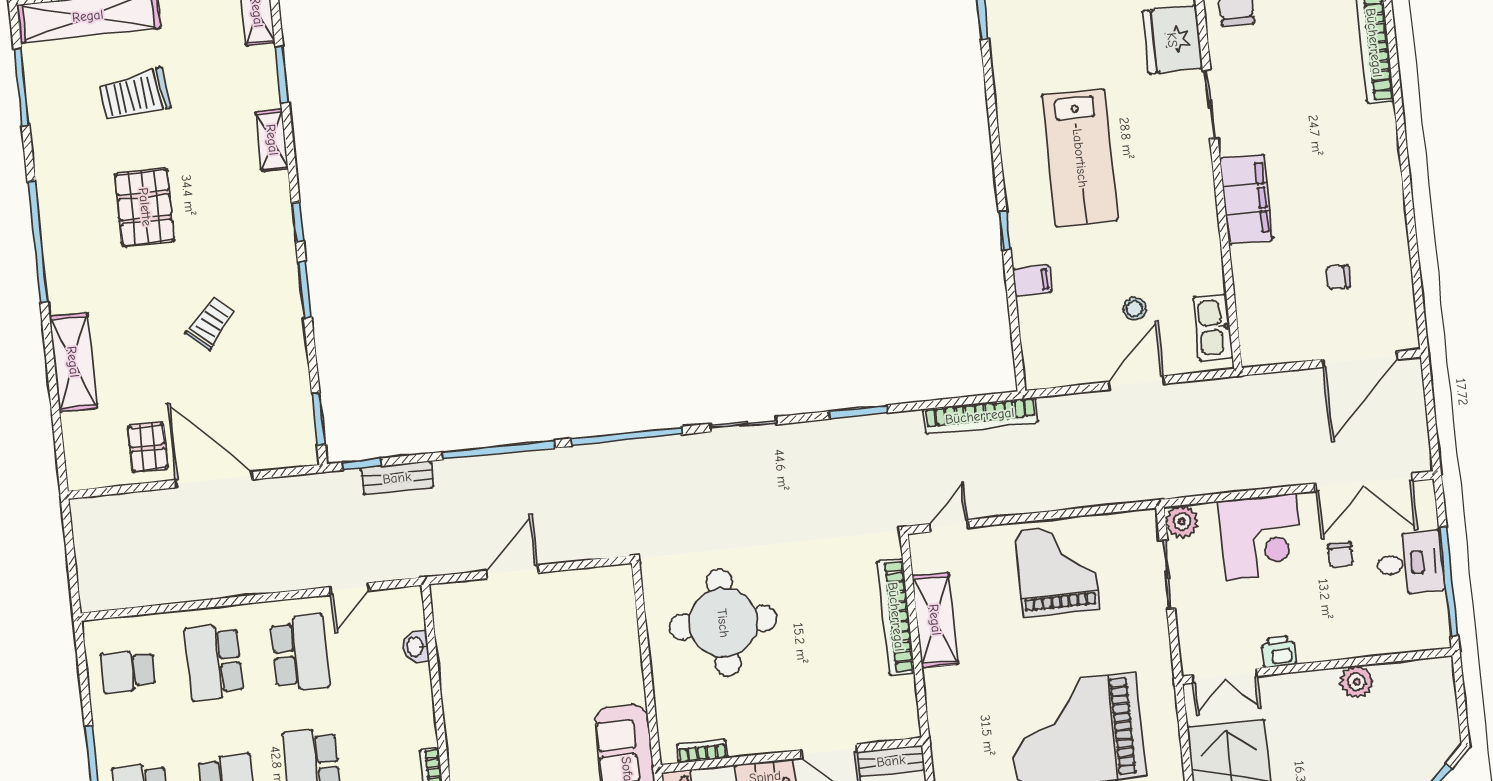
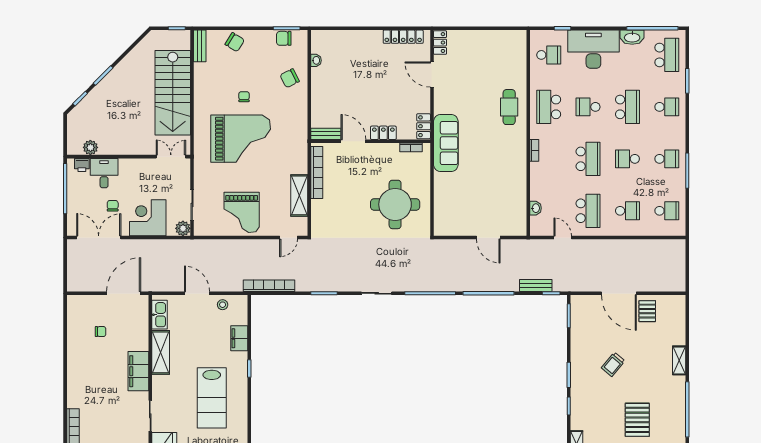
lab bench: (1080, 158) -> (212, 398), turned 180
shelving: (1202, 245) -> (161, 352), added
filing cabinet: (1032, 281) -> (239, 338), width x2.00
stool: (1135, 309) -> (223, 305), moved
door: (1360, 359) -> (124, 293), moved
shelving: (73, 362) -> (679, 360), width x0.67, depth x0.75
door: (1136, 383) -> (197, 293), swing flipped
desk: (1410, 563) -> (104, 173), moved, turned 90
door: (512, 572) -> (488, 238), hinge flipped
door: (350, 589) -> (563, 238), hinge flipped
bookcase: (896, 617) -> (317, 173), moved
printer: (1278, 652) -> (82, 165), moved
school desk: (300, 653) -> (588, 211), turned 180
school desk: (214, 662) -> (627, 211), width x0.54
plant: (1357, 682) -> (90, 147), moved

